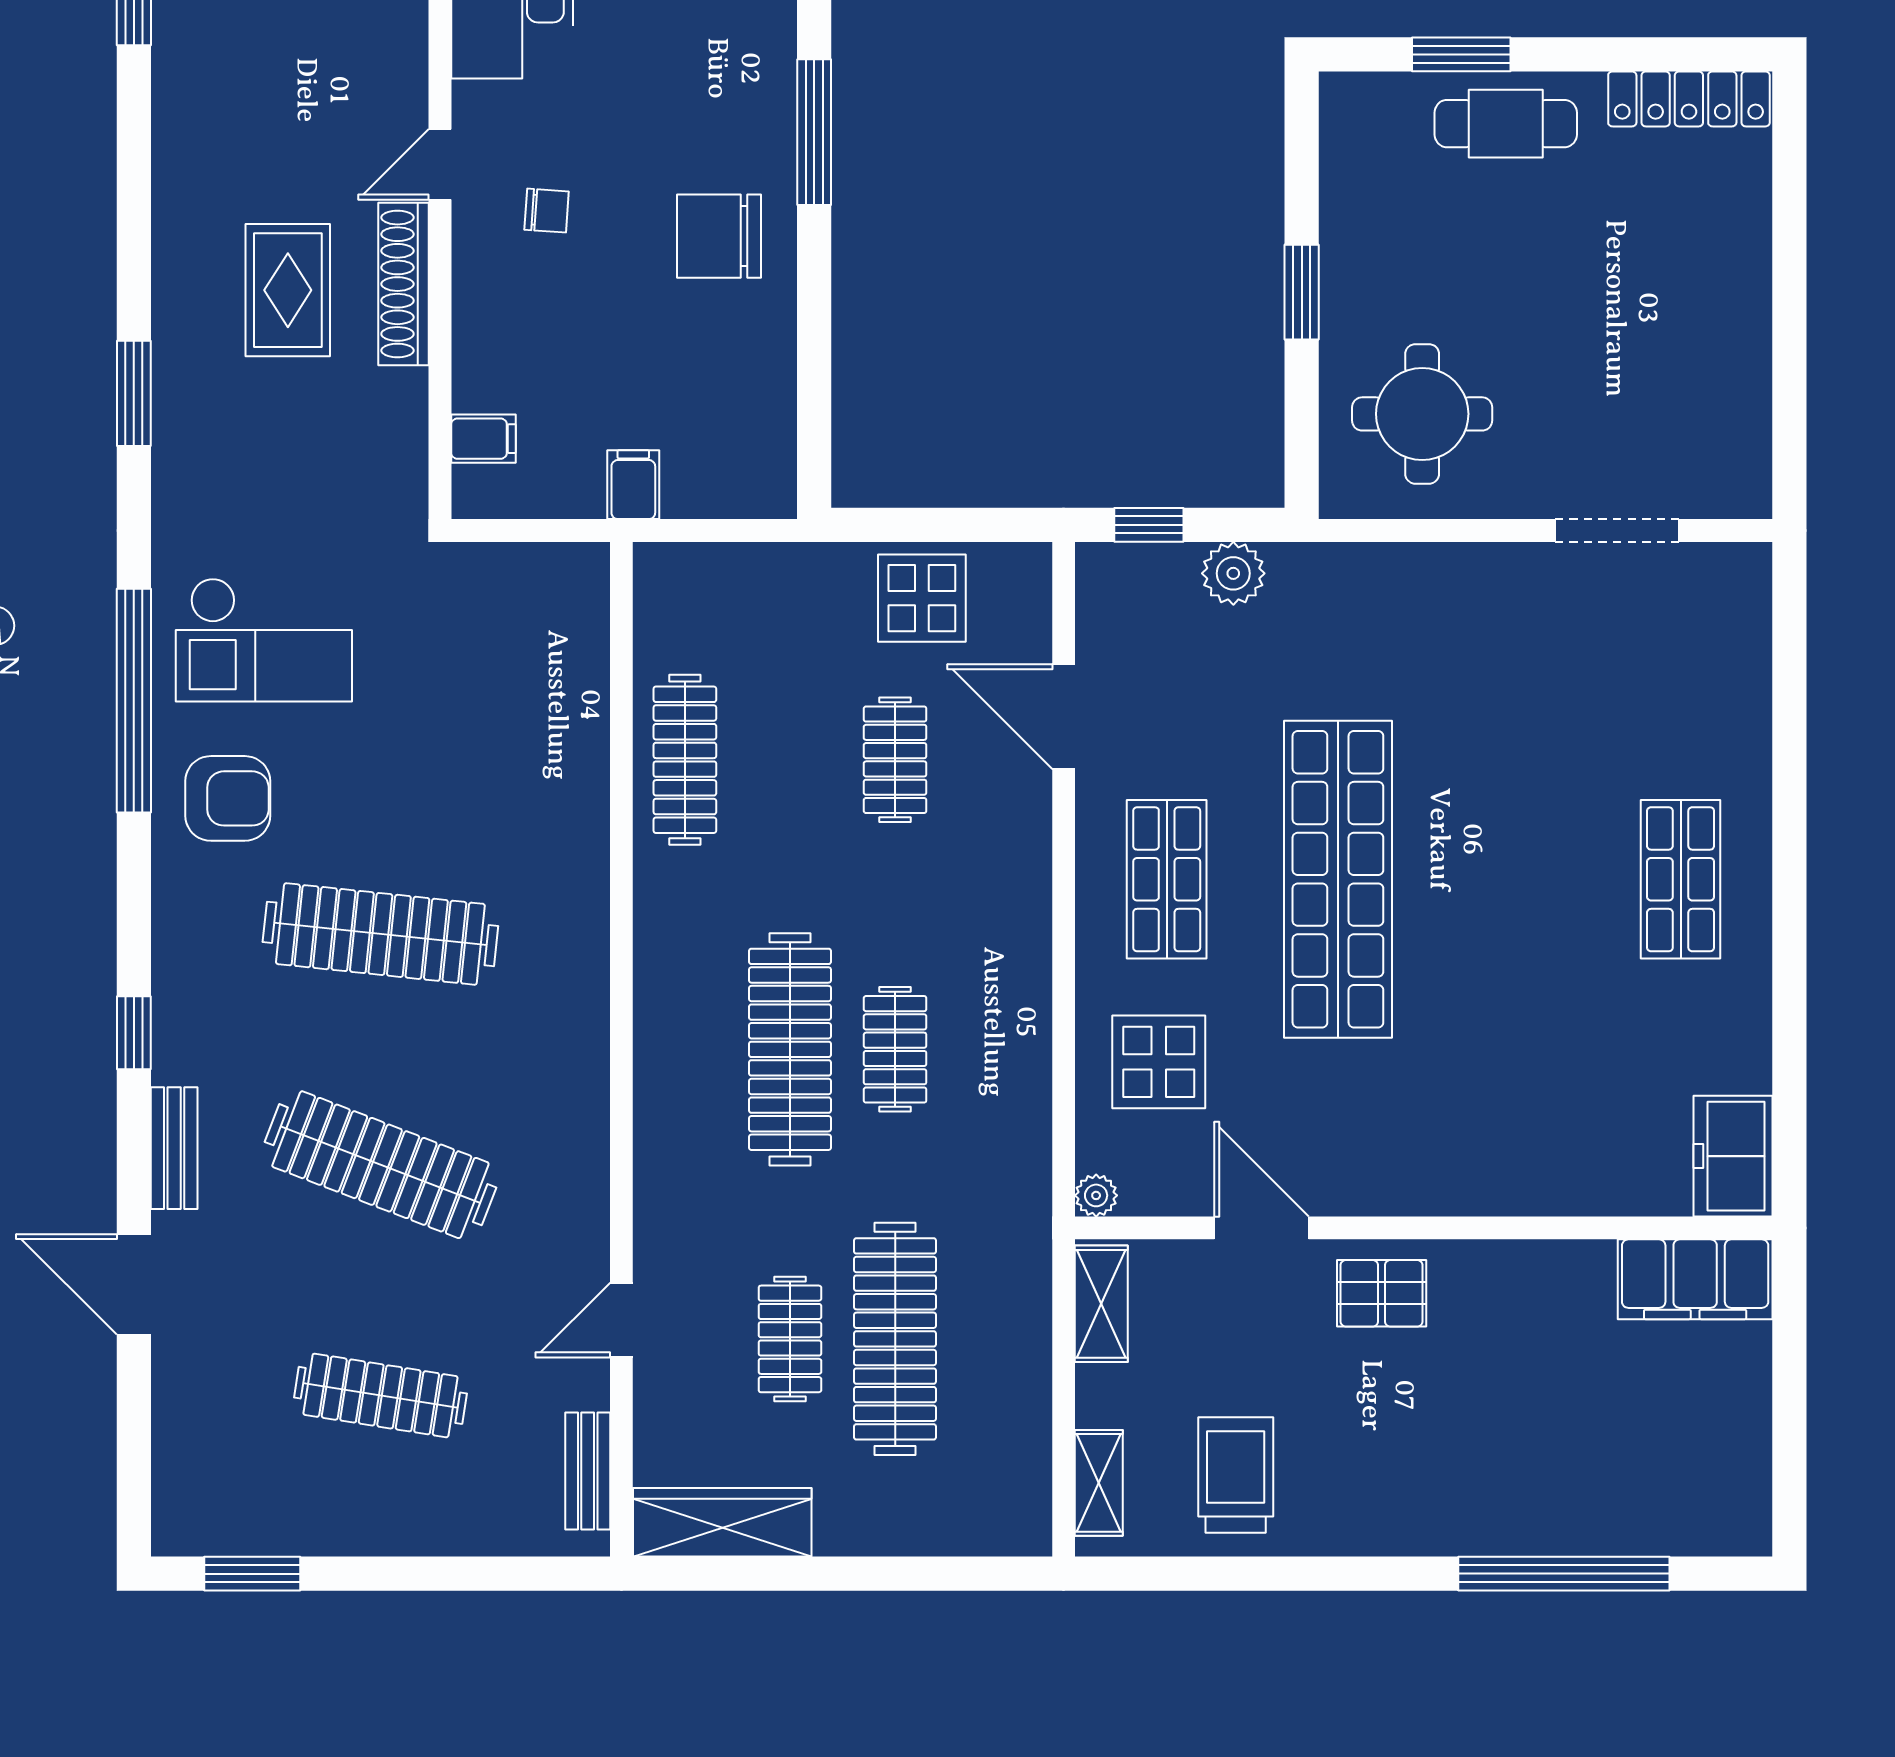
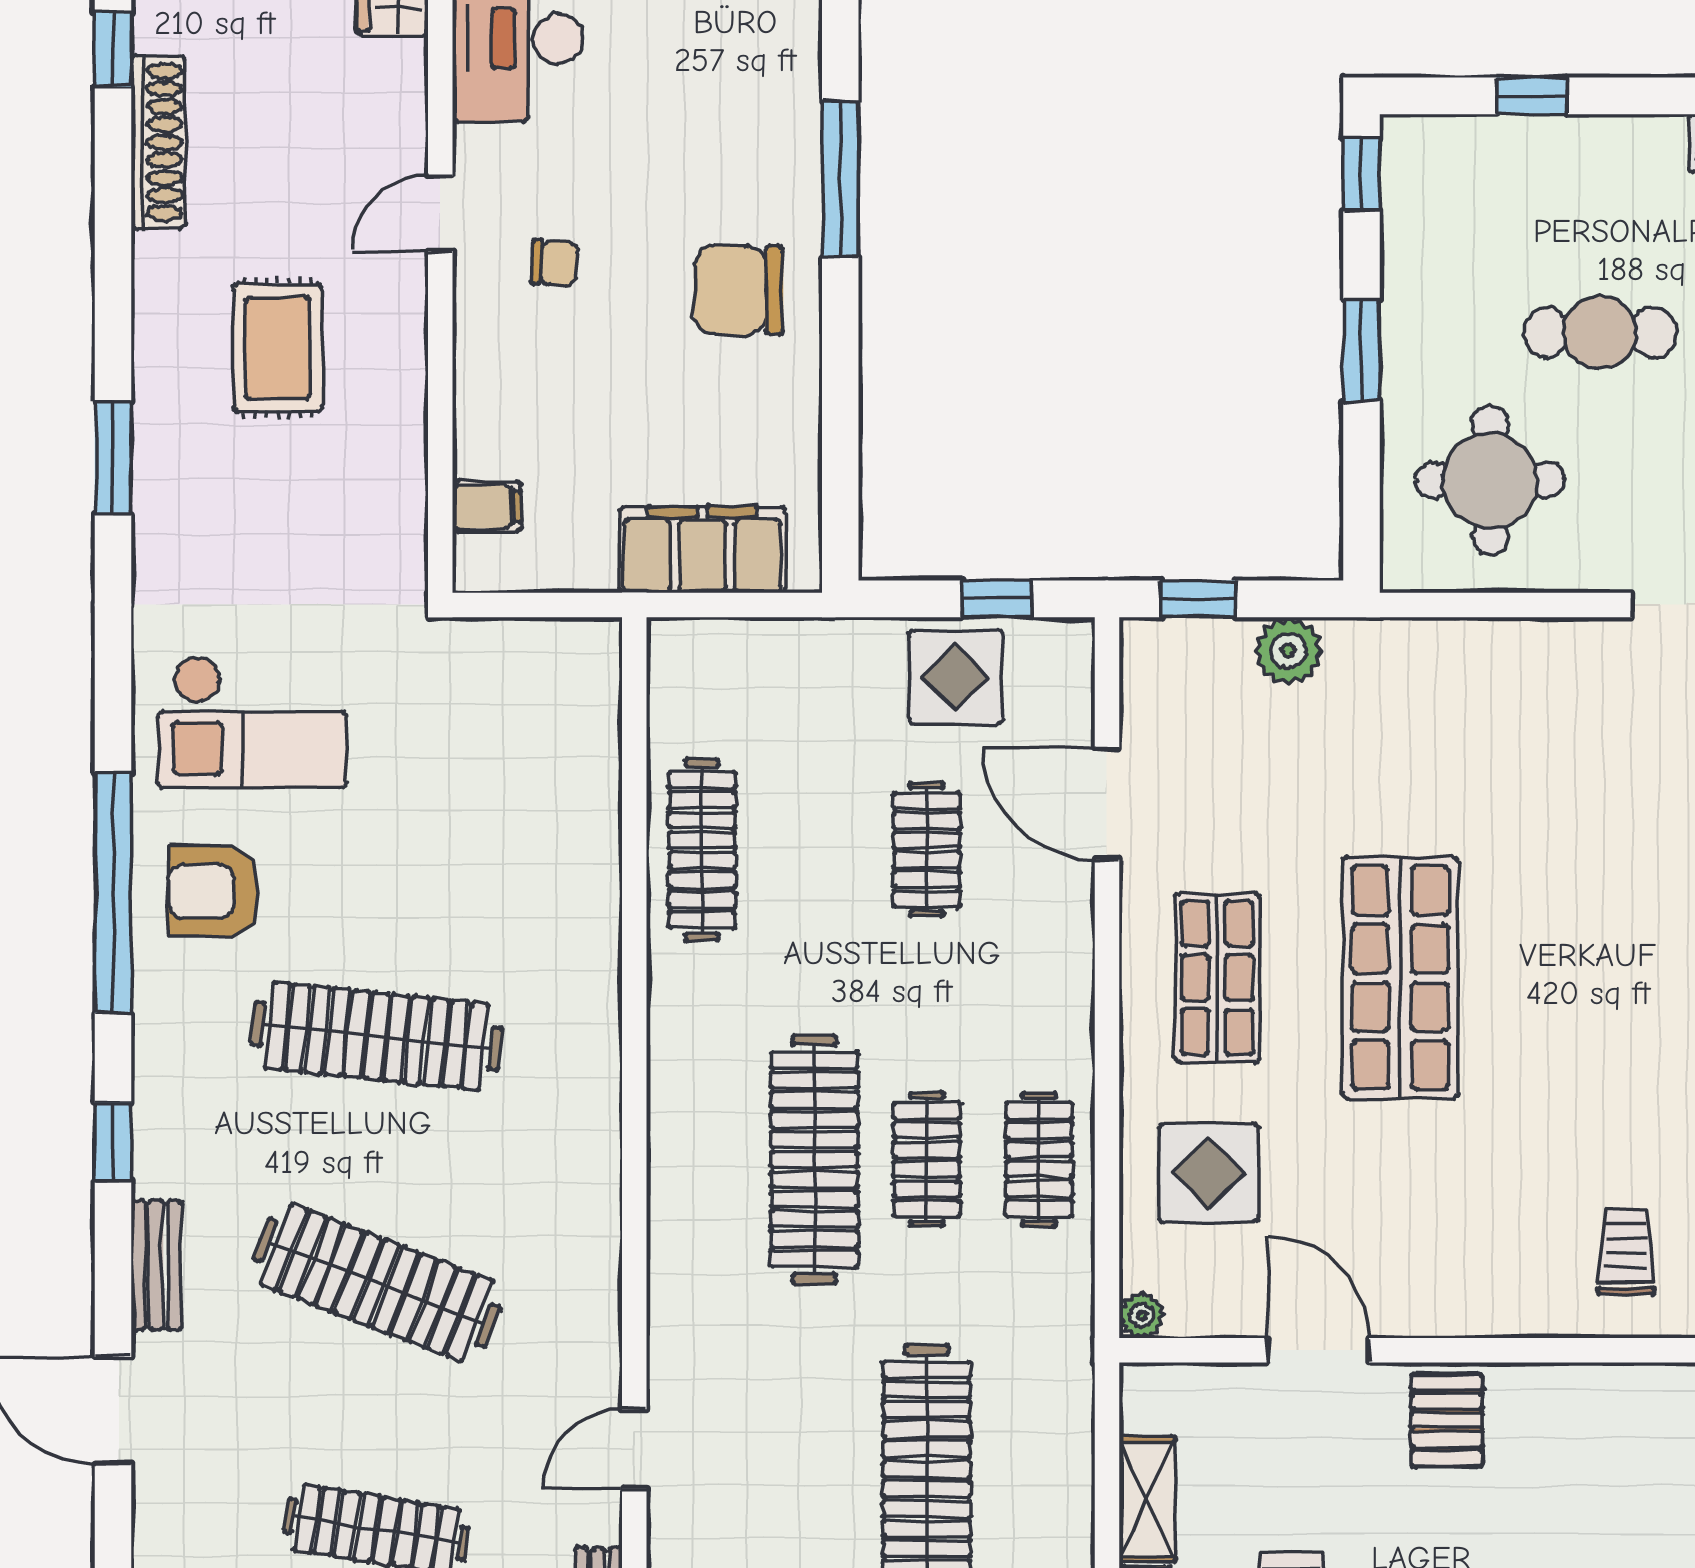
window: (1461, 54) -> (1532, 96), width x0.67
cafe table: (1506, 124) -> (1600, 332), moved
window: (1302, 128) -> (1361, 174), added
shoe rack: (404, 284) -> (158, 142), moved, turned 180
filing cabinet: (633, 485) -> (702, 550), width x3.00, depth x1.17
window: (961, 525) -> (997, 599), added
window: (134, 701) -> (113, 893), moved
armchair: (228, 798) -> (213, 891), turned 180
shop shelf: (1338, 879) -> (1400, 978), width x0.71
trolley: (1549, 1136) -> (1626, 1252), added
pallet: (1382, 1293) -> (1447, 1420), turned 90
shelving: (1101, 1304) -> (1147, 1499), moved
clothes rail: (790, 1339) -> (1039, 1159), moved

